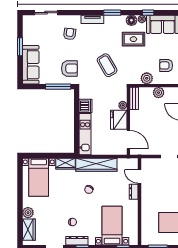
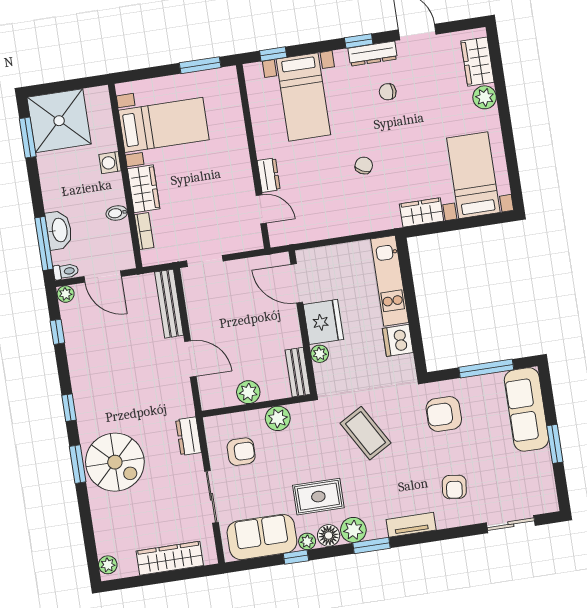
plant: (120, 21) -> (353, 530), added
window: (58, 87) -> (486, 369), moved
wardrobe: (96, 165) -> (356, 220), removed

